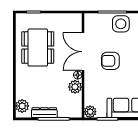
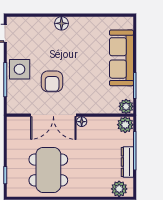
dining table: (38, 48) -> (48, 170), turned 90
armchair: (110, 61) -> (52, 81), moved
plant: (75, 87) -> (125, 125), moved

